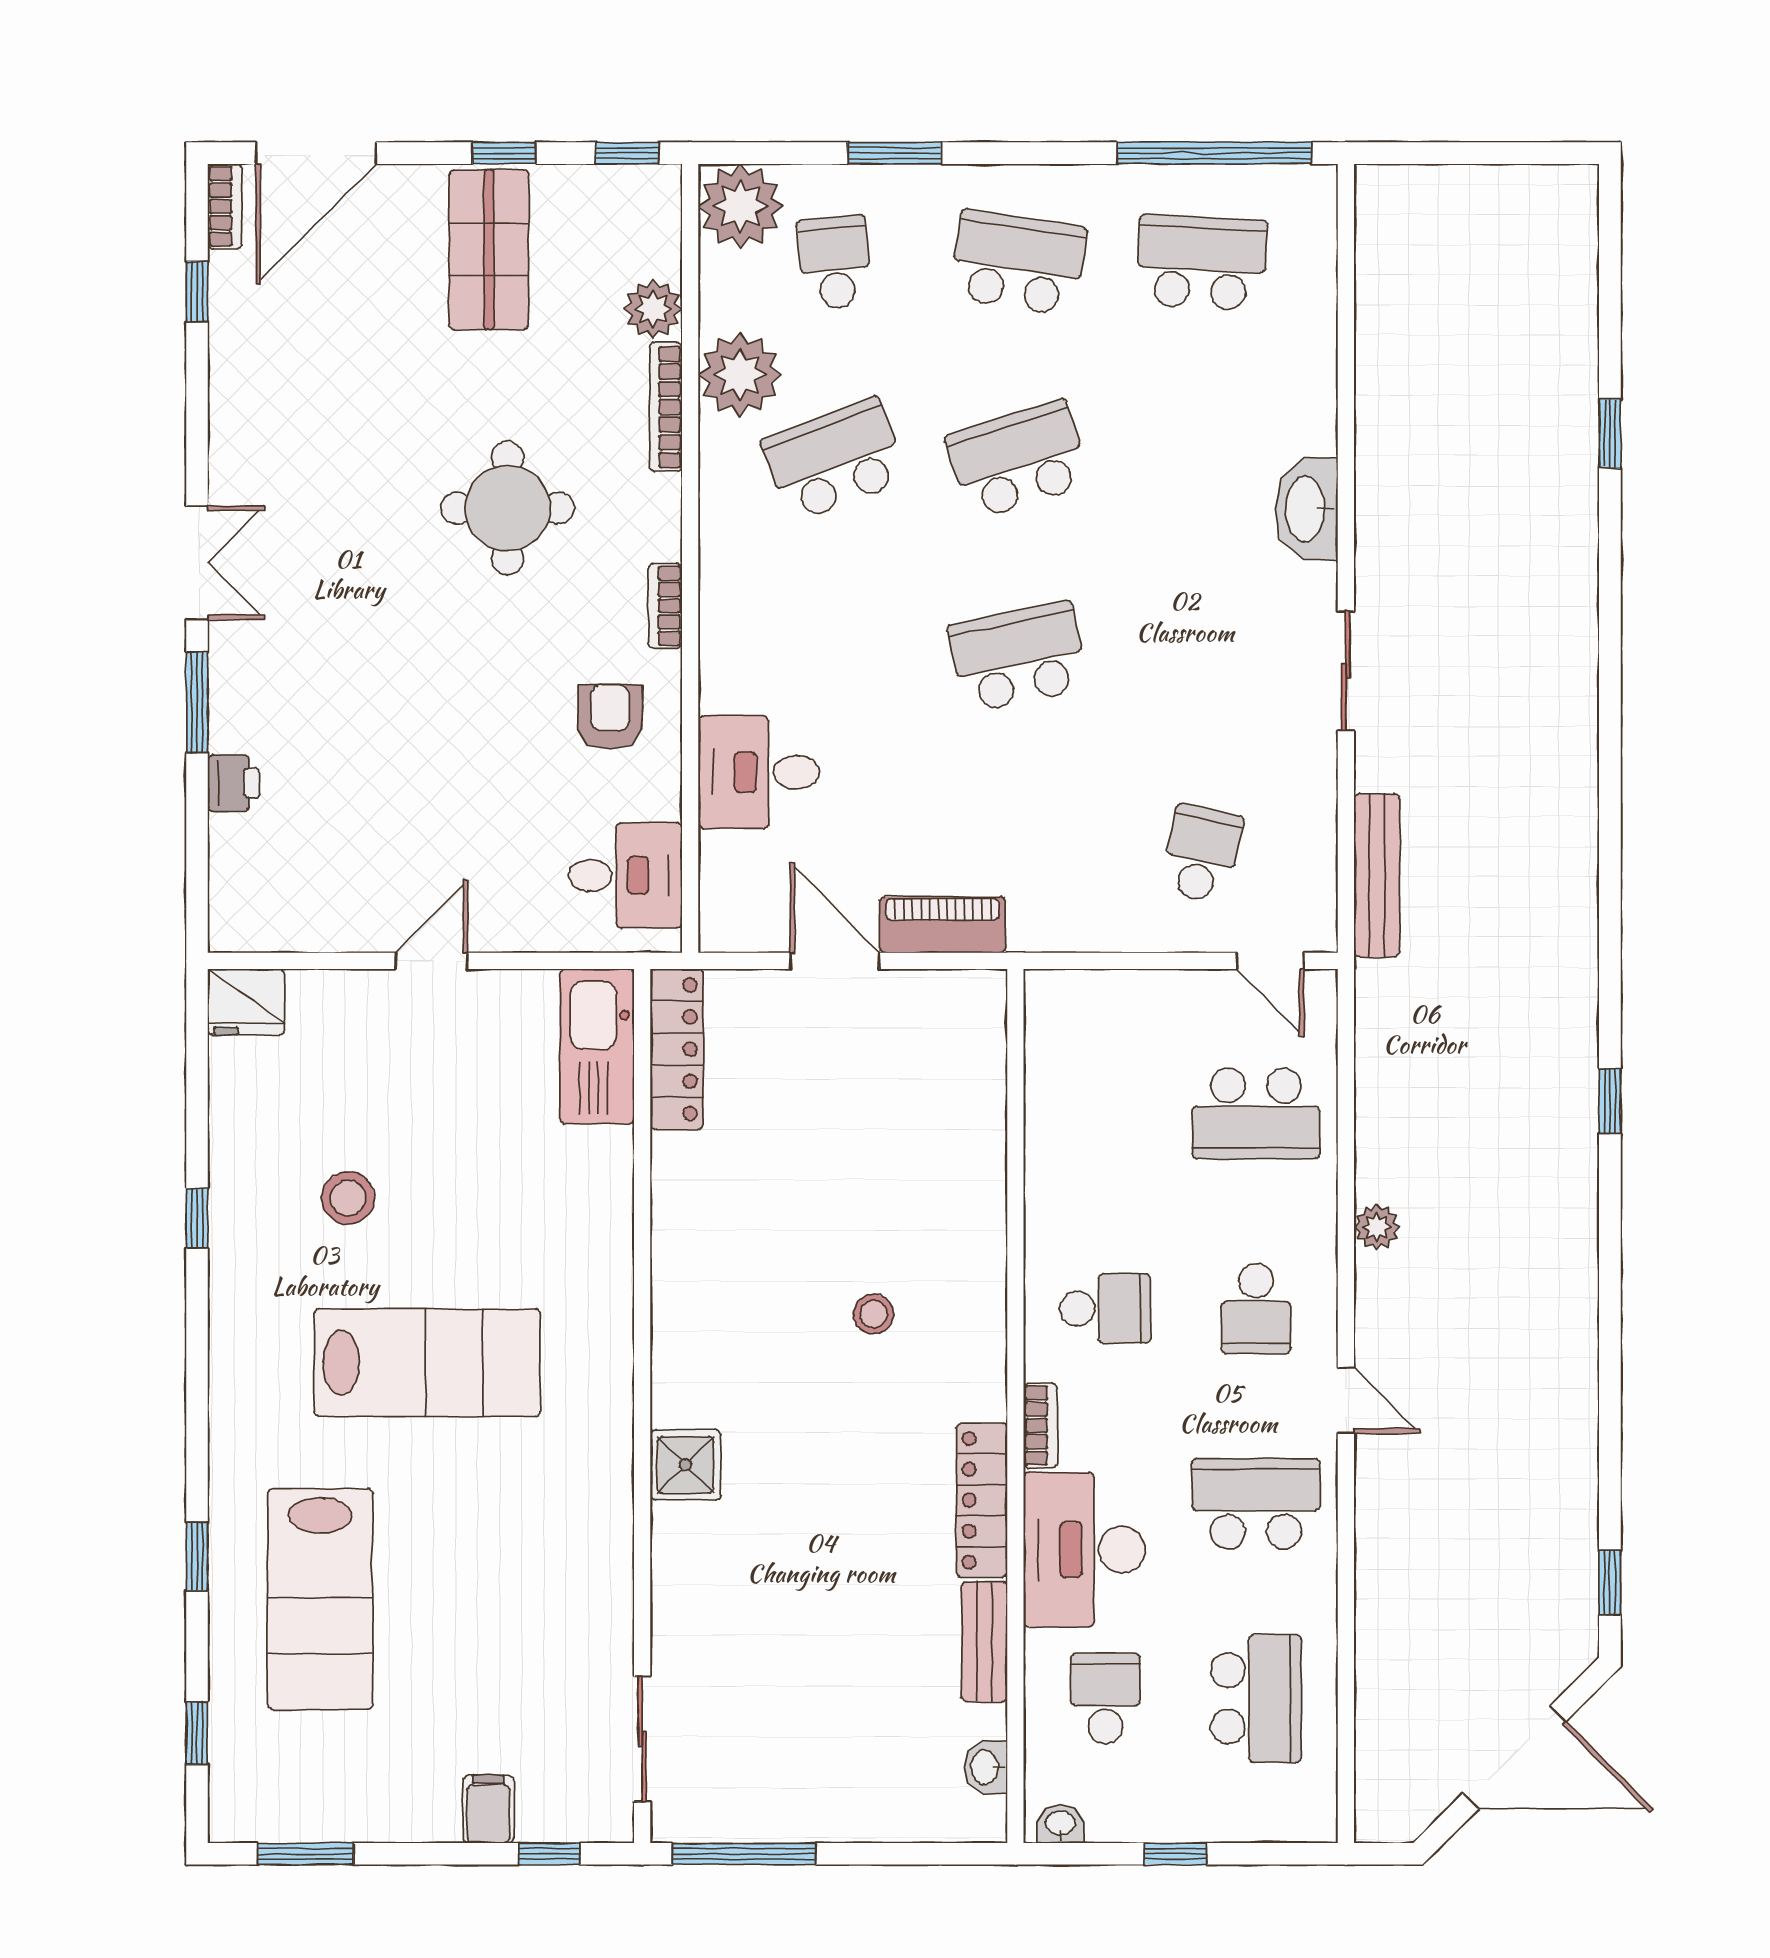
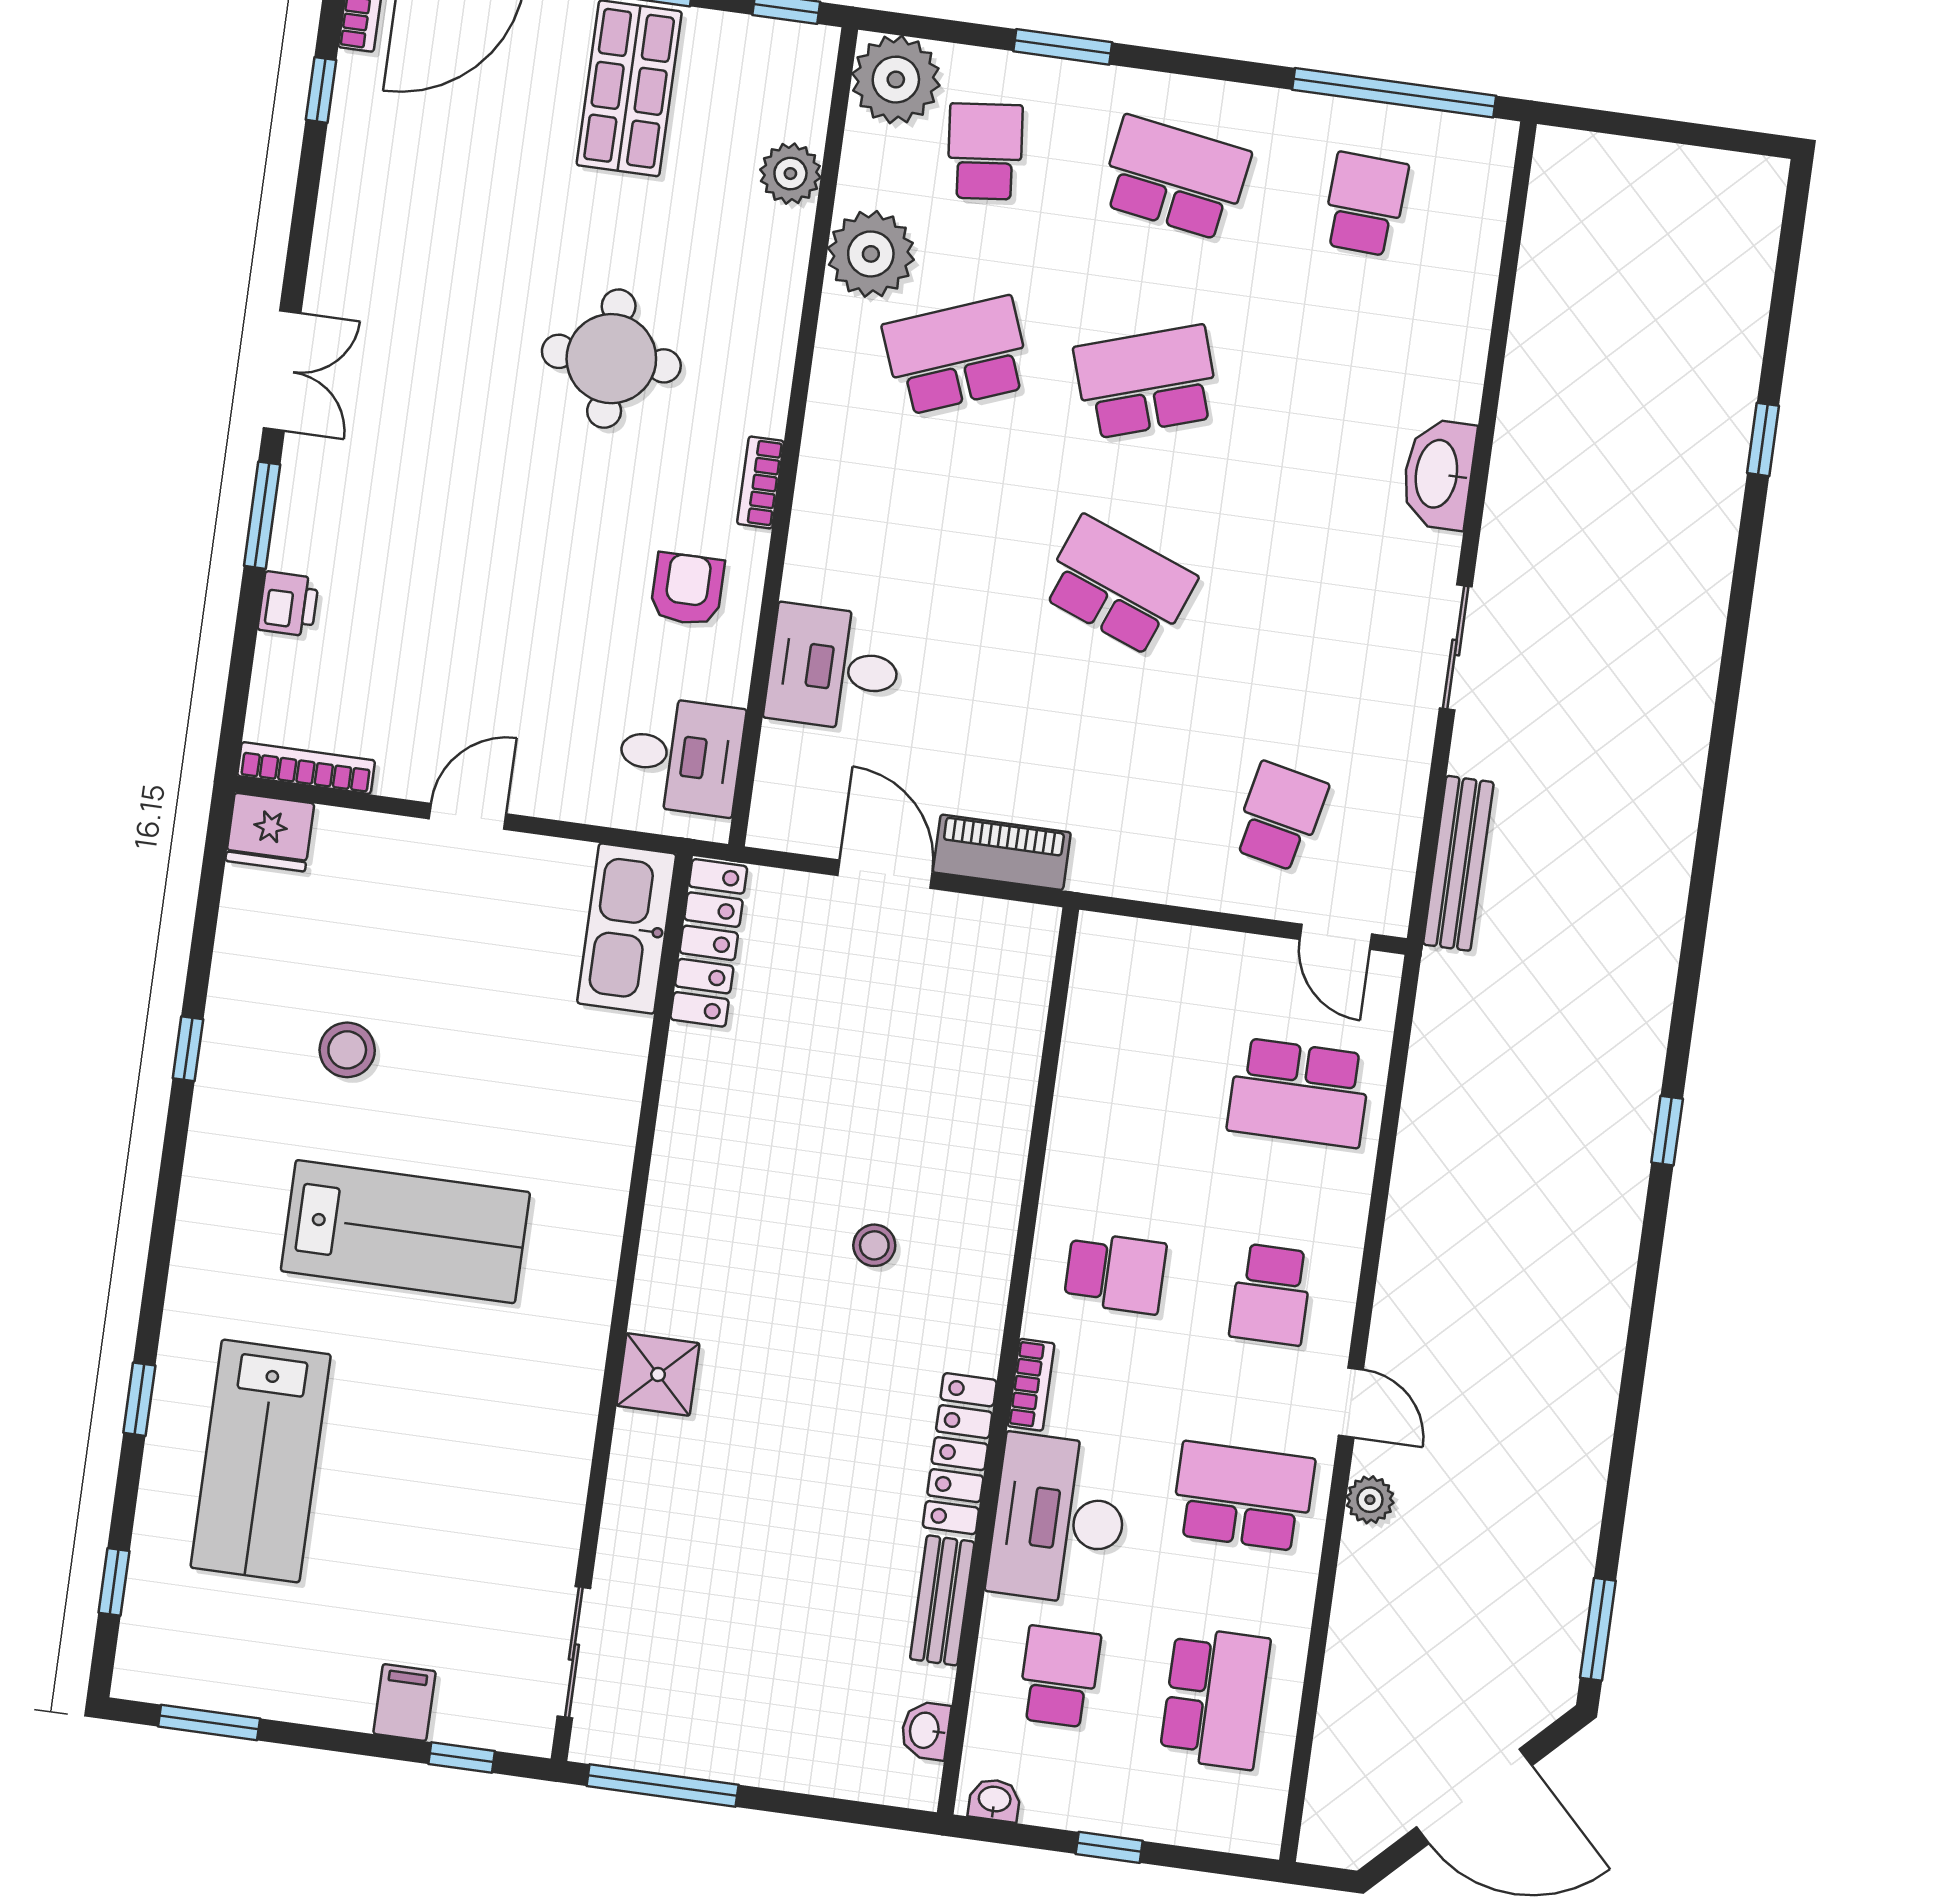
school desk: (1202, 263) -> (1365, 204), width x0.54
bookcase: (666, 407) -> (306, 768), moved, turned 90
school desk: (1018, 657) -> (1118, 586), turned 33
plant: (1377, 1227) -> (1370, 1500), moved
window: (1610, 1583) -> (1598, 1629), width x1.50

